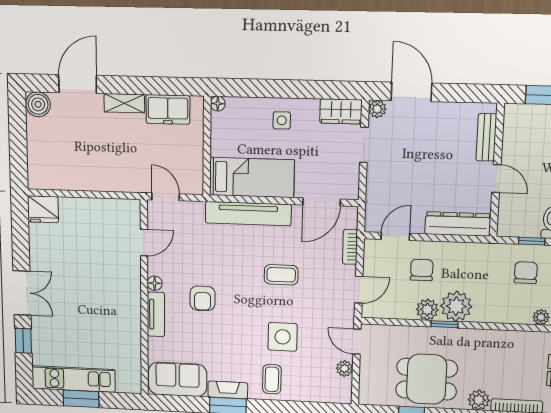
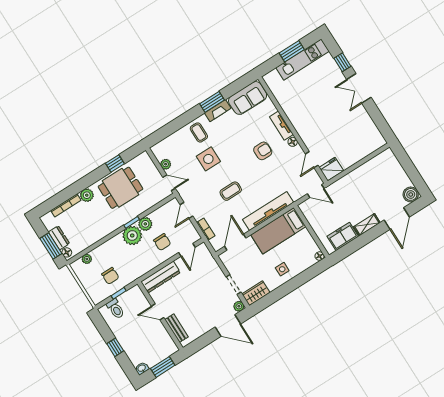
fridge: (43, 209) -> (331, 169), moved
armchair: (202, 298) -> (263, 151), turned 90

